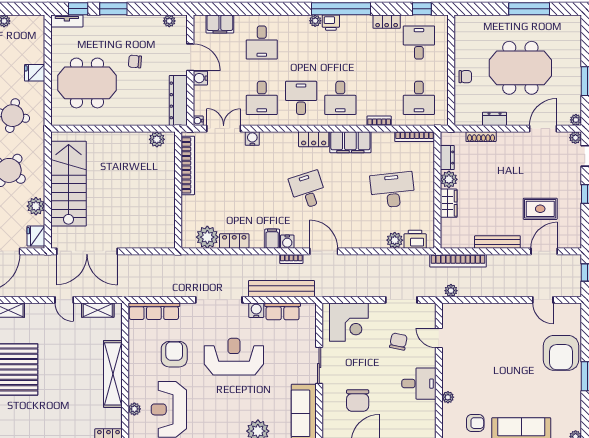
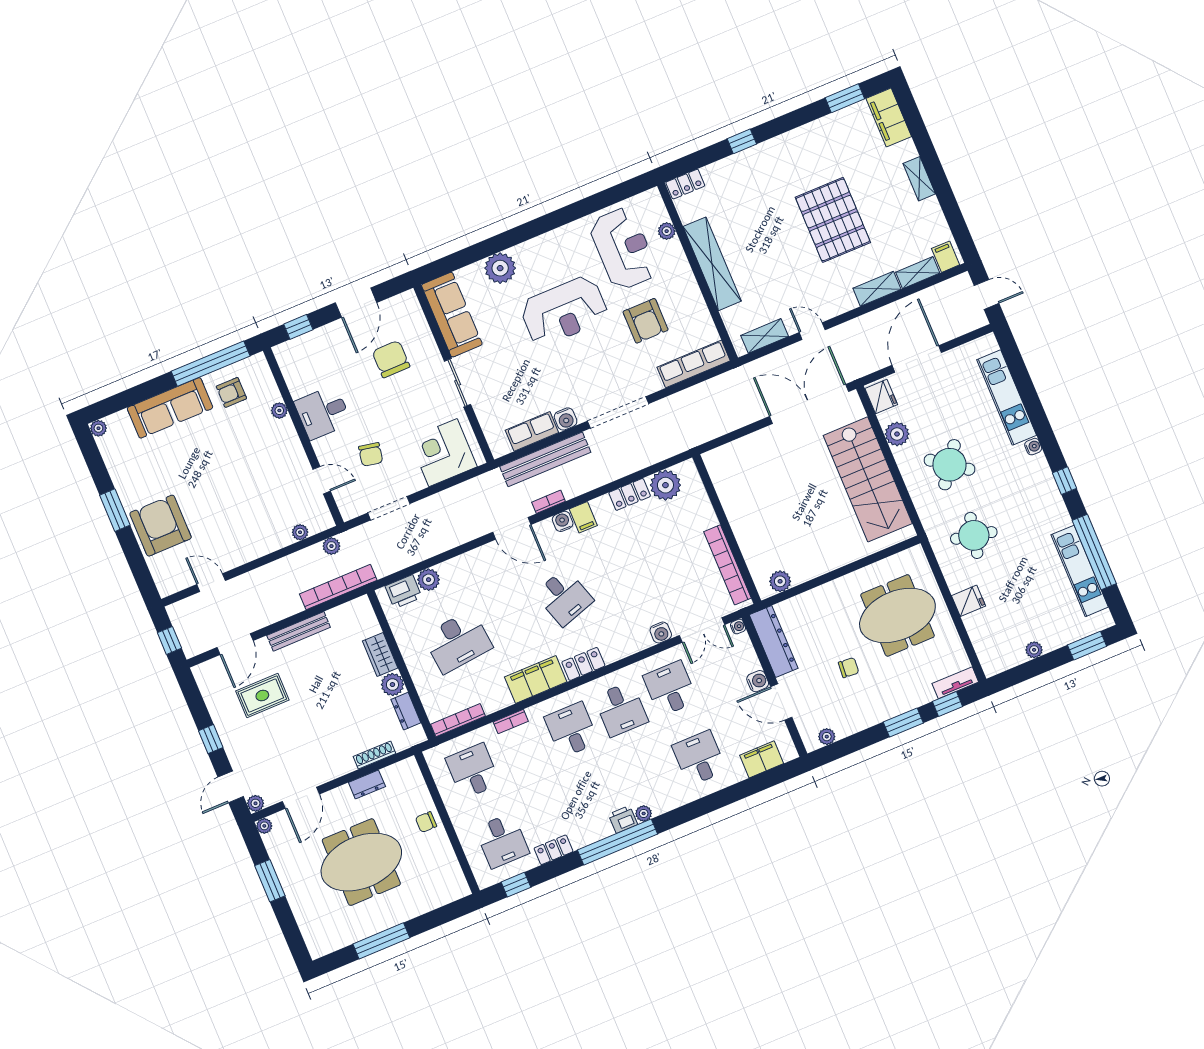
plant: (468, 309) -> (300, 532), added
reception desk: (234, 357) -> (564, 311), moved

